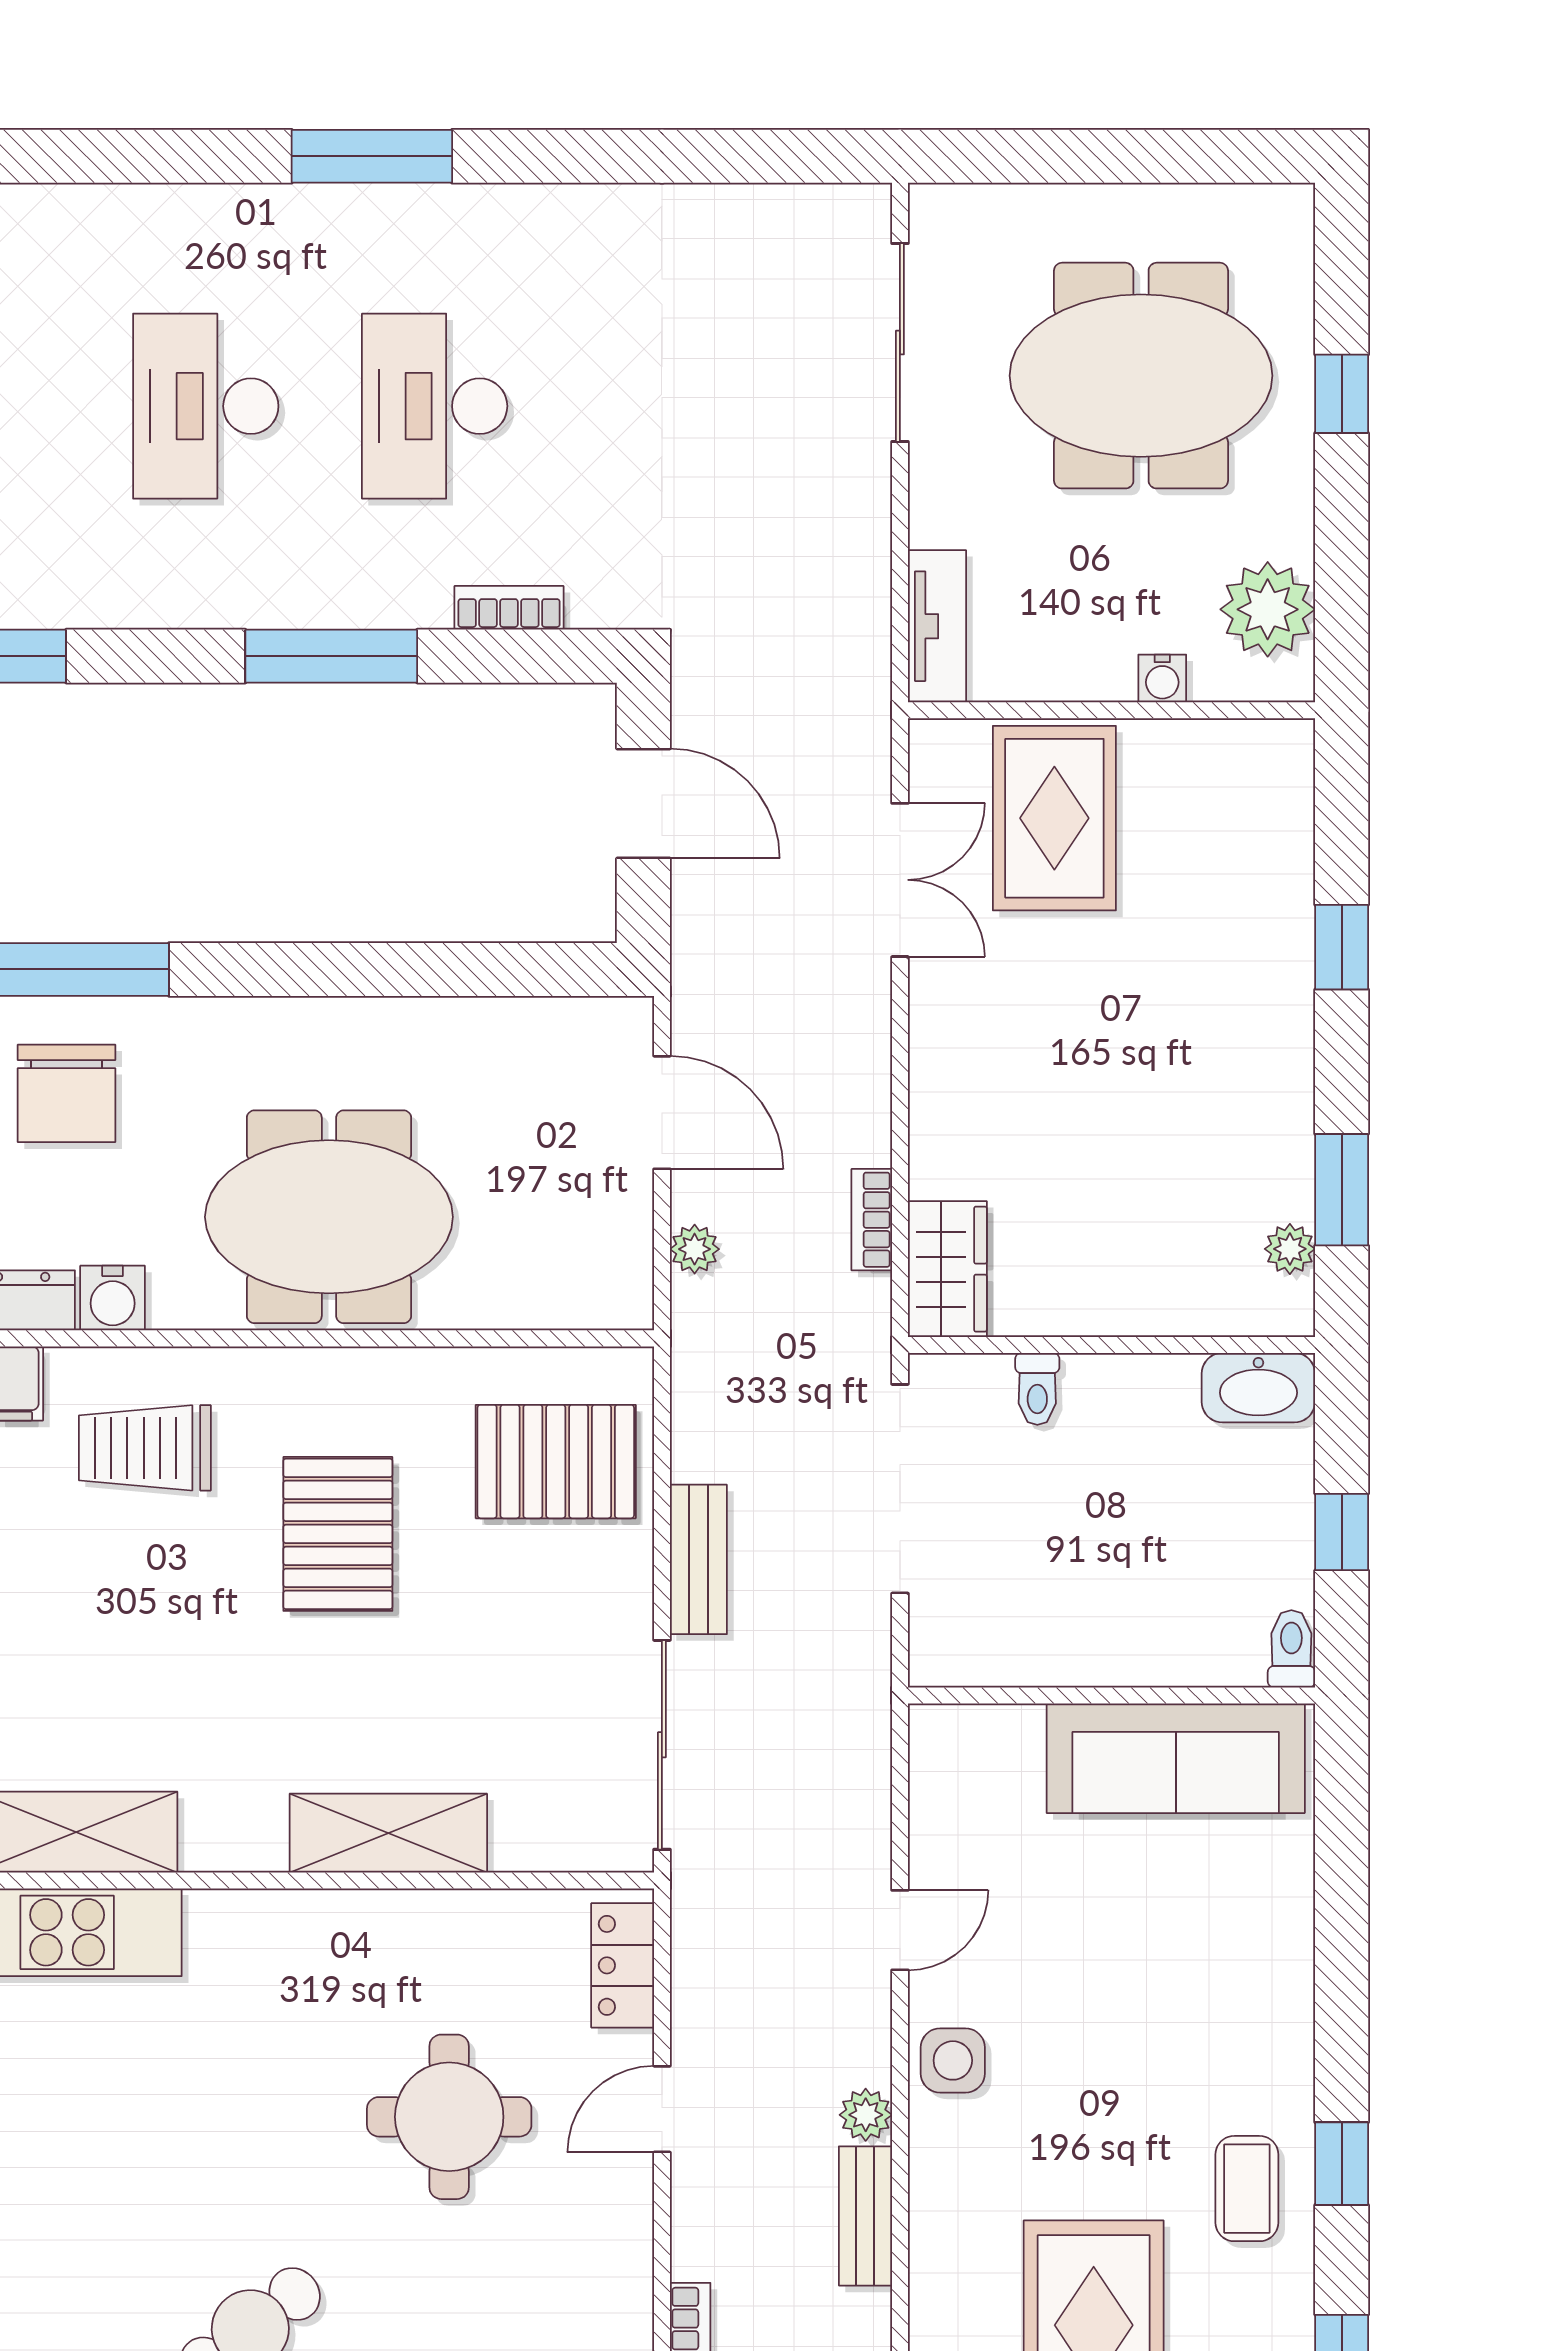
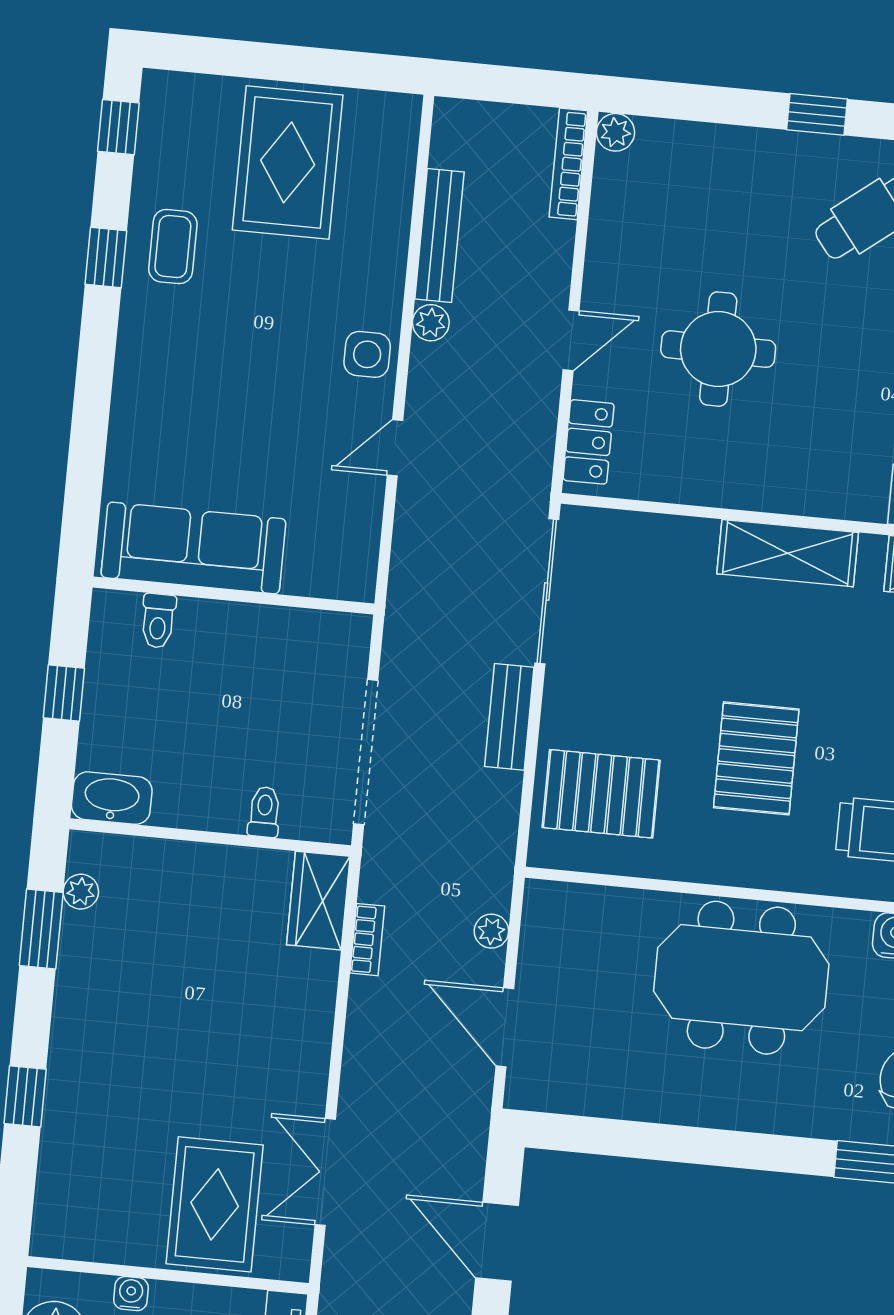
toilet: (1291, 1649) -> (158, 621), moved
shelving: (388, 1833) -> (788, 553), moved
bench: (865, 2216) -> (439, 236), width x1.36

